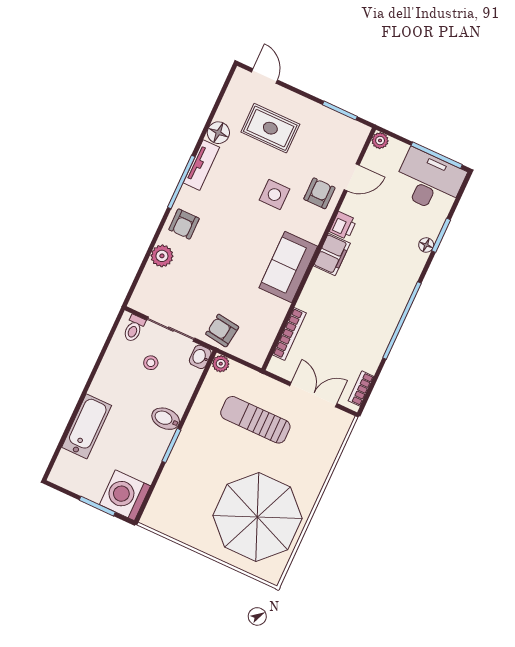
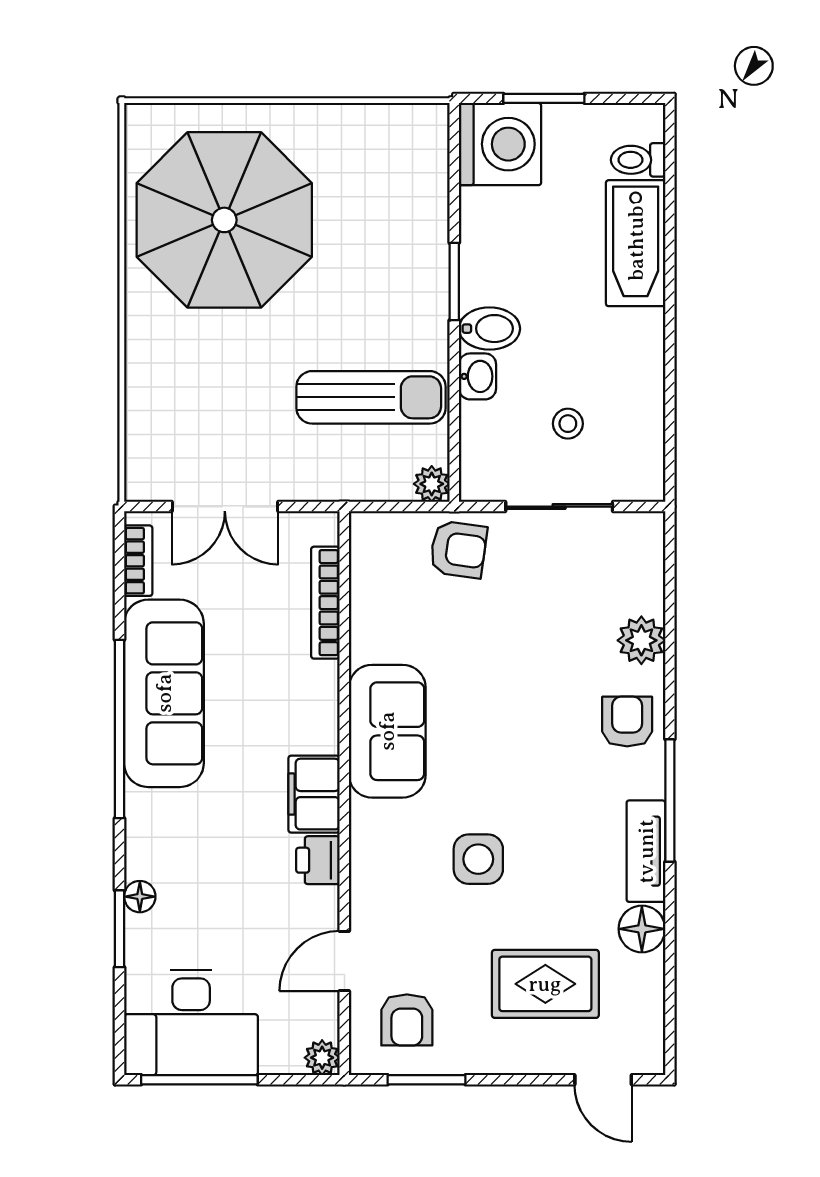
armchair: (319, 193) -> (407, 1020), moved
sofa: (376, 327) -> (164, 693), added
toilet: (134, 329) -> (638, 160), moved, turned -90
washbasin: (200, 357) -> (478, 376), moved
sun lounger: (255, 420) -> (371, 397), moved

